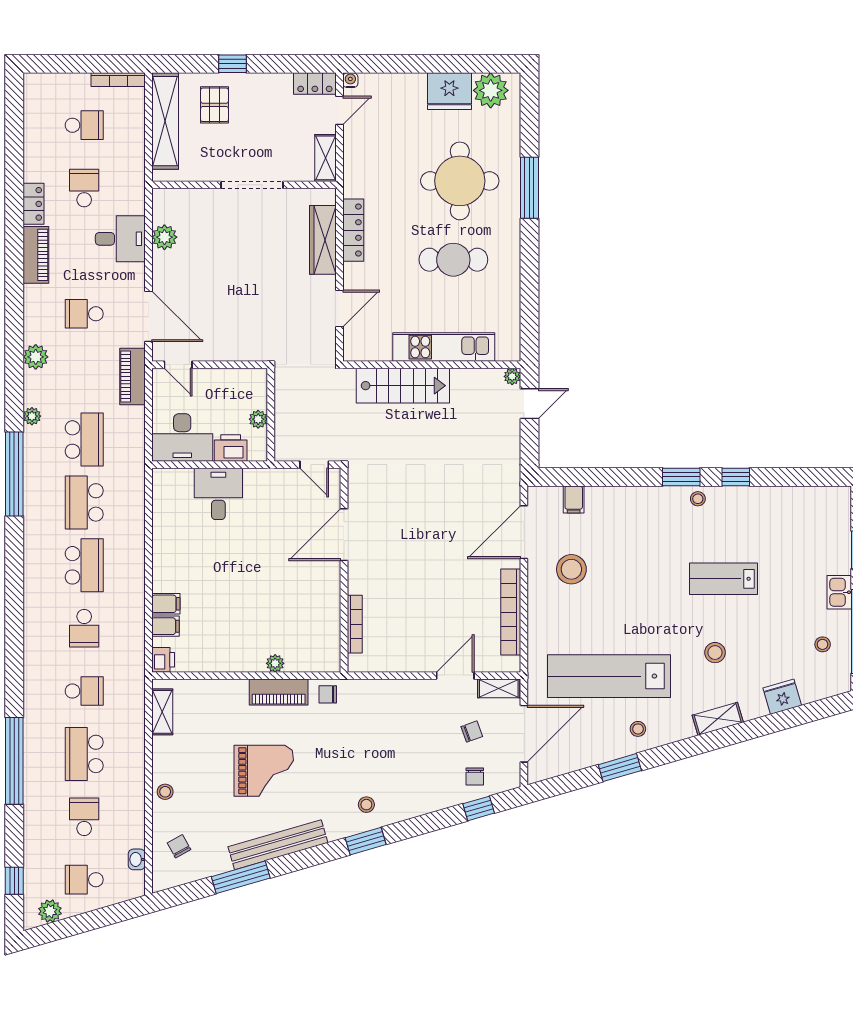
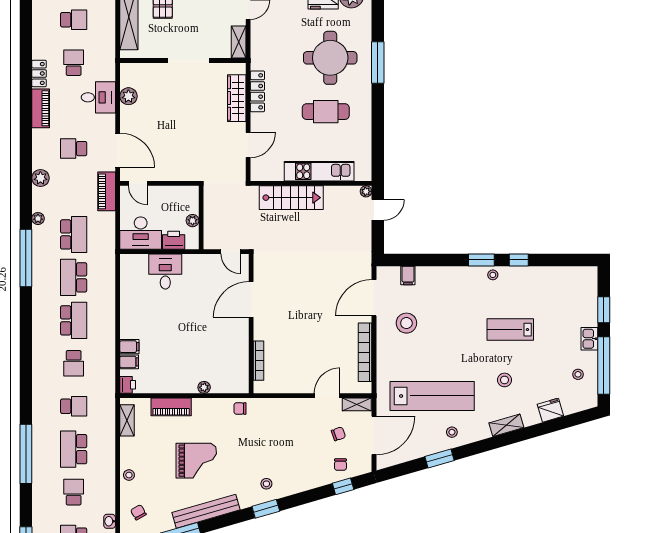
lab bench: (609, 676) -> (432, 396), turned 180
piano: (279, 692) -> (171, 407), moved

